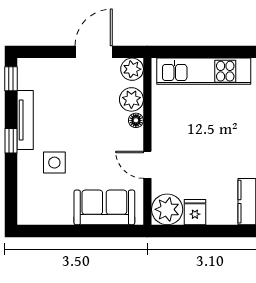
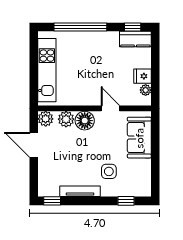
floor lamp: (136, 120) -> (85, 121), width x1.89, depth x1.89
window: (11, 141) -> (126, 201), moved
door: (147, 165) -> (110, 108), swing flipped
plant: (167, 209) -> (146, 90), width x0.53, depth x0.53

